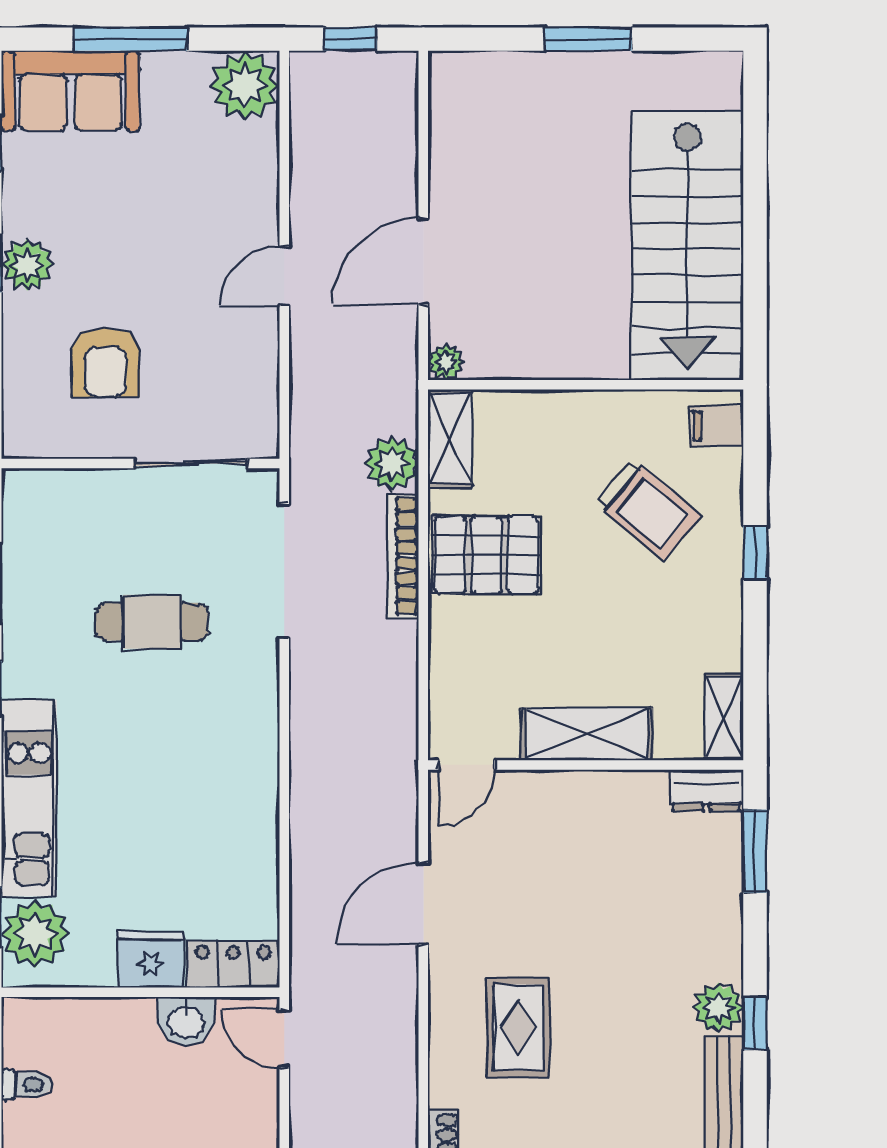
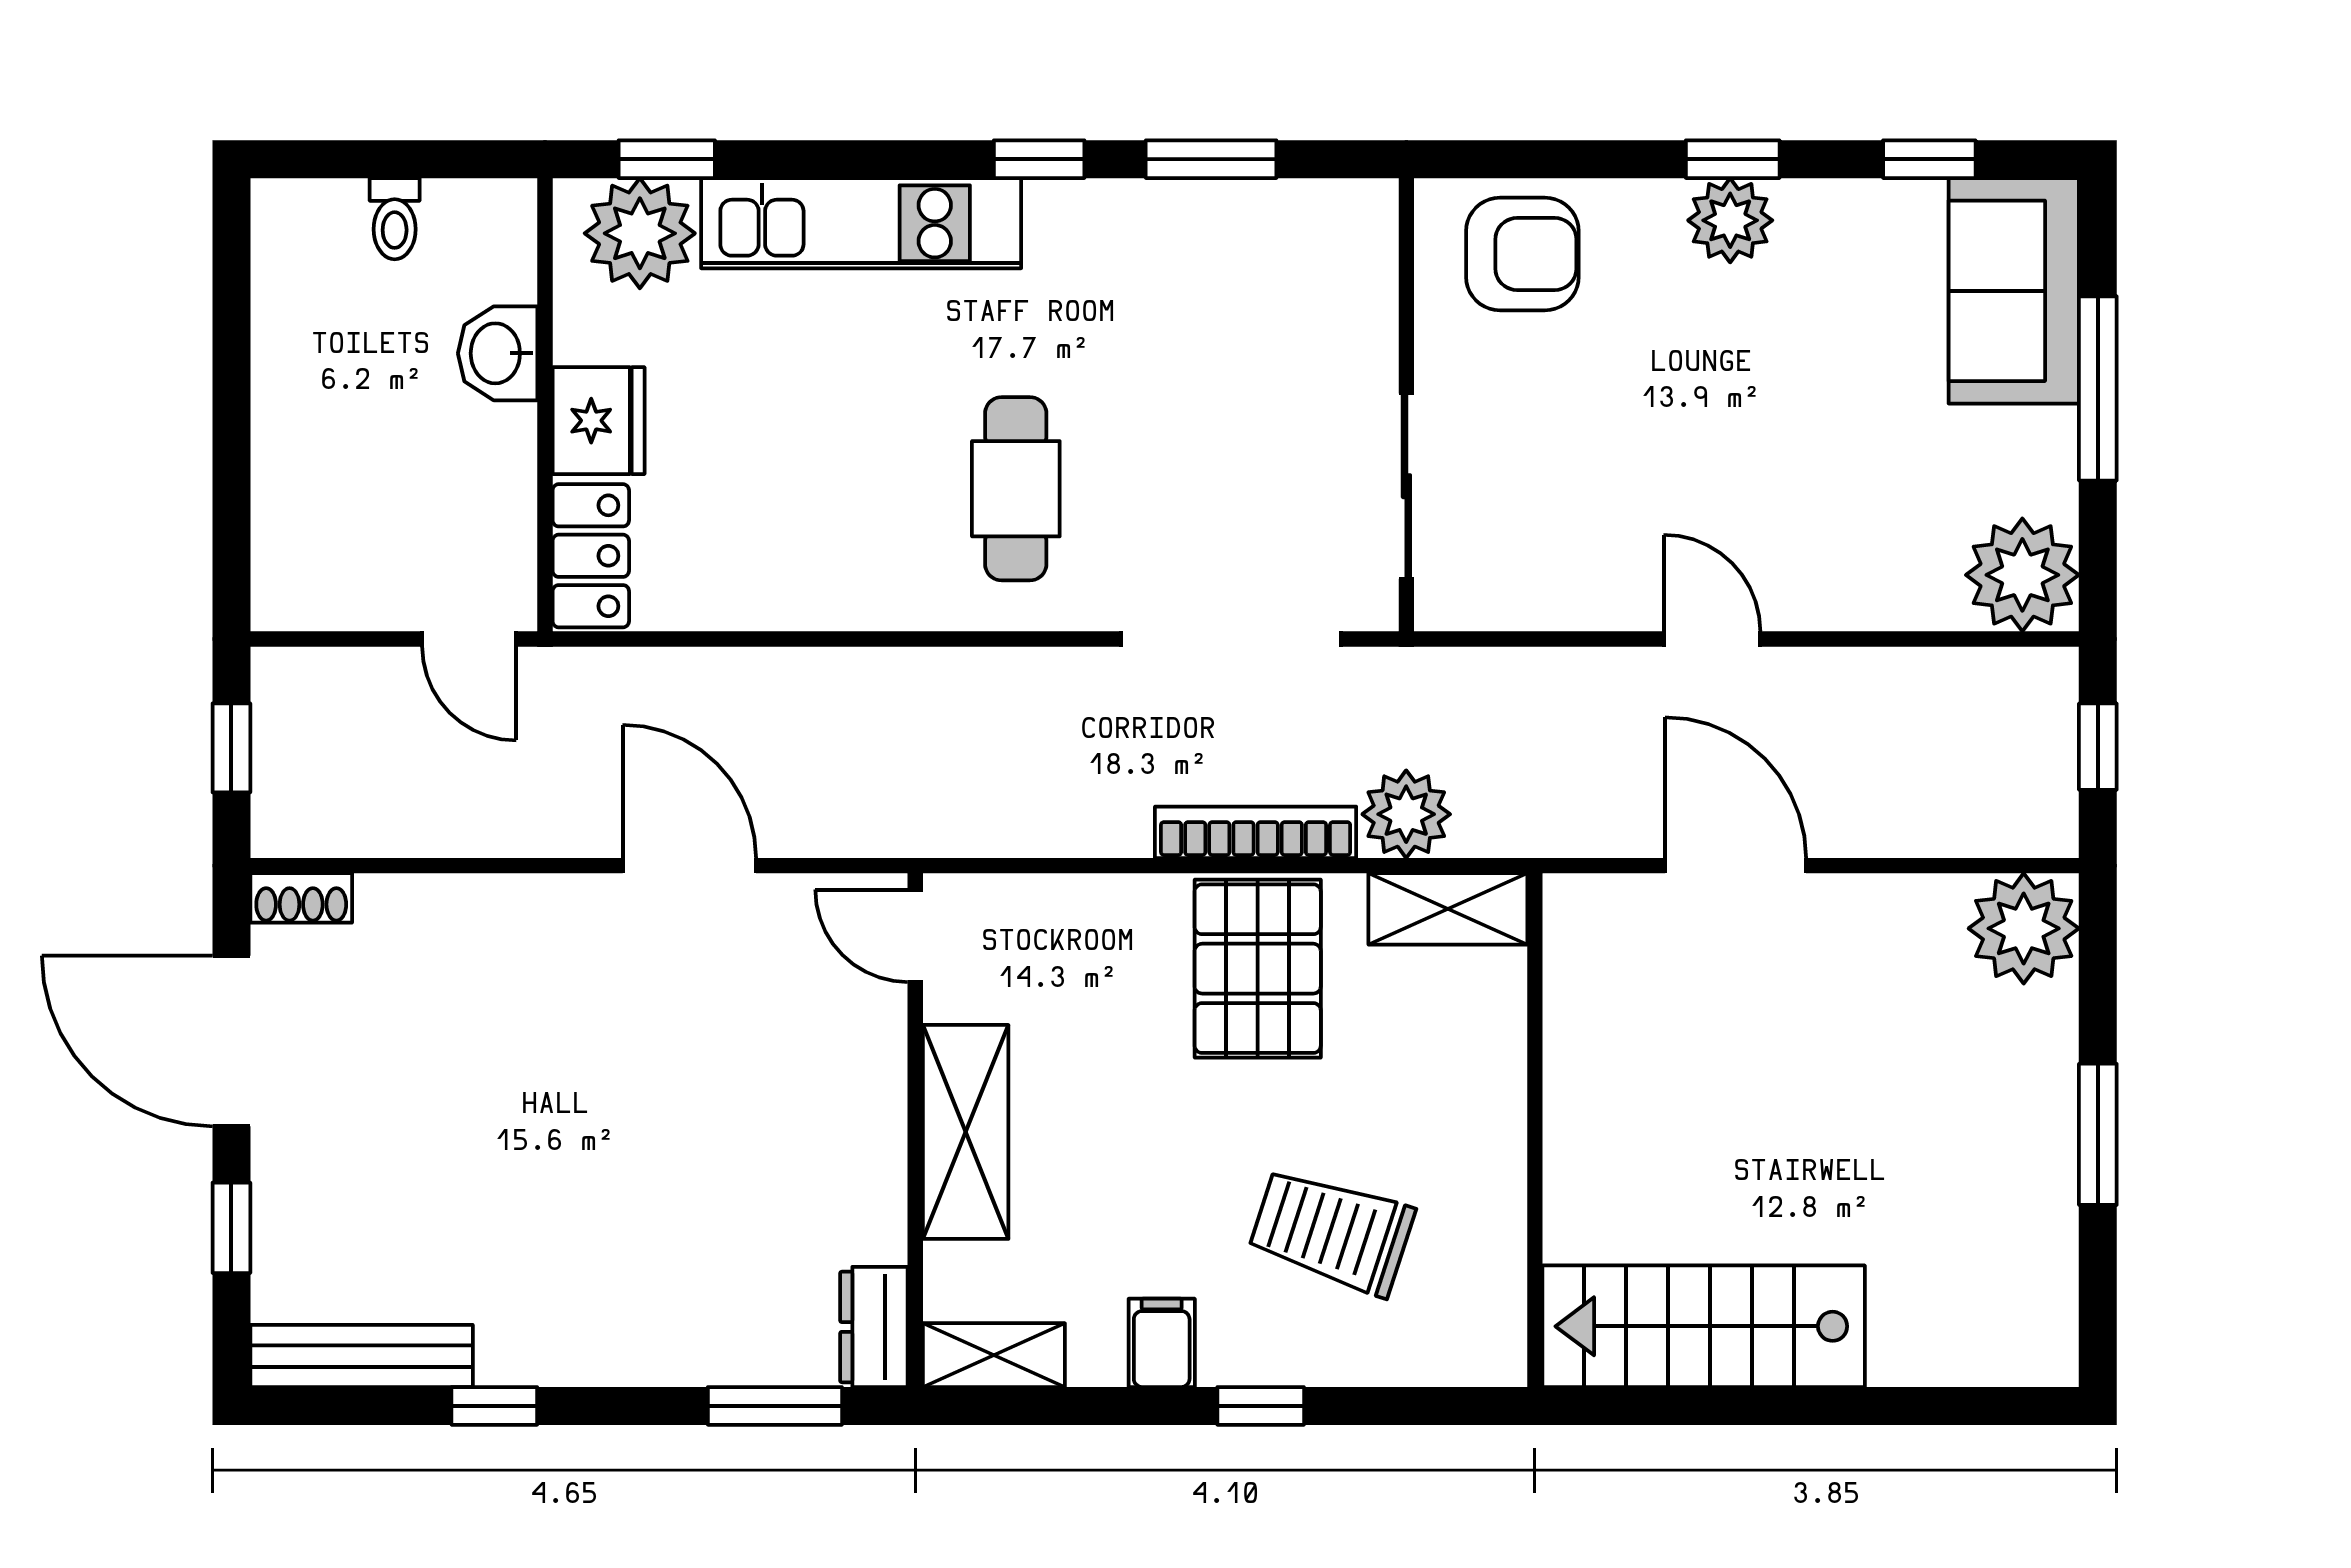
stairs: (687, 245) -> (1704, 1326), width x0.73, depth x0.66
armchair: (105, 362) -> (1522, 254), moved, turned 180
plant: (446, 362) -> (2024, 928), moved, width x1.88, depth x1.88
filing cabinet: (716, 426) -> (1162, 1343), moved
trolley: (648, 509) -> (1332, 1231), turned 69
cafe table: (152, 622) -> (1016, 489), moved
plant: (718, 1008) -> (520, 1346), removed
washbasin: (186, 1021) -> (498, 353), moved
rug: (518, 1027) -> (488, 1021), removed
door: (284, 1039) -> (469, 639), swing flipped

